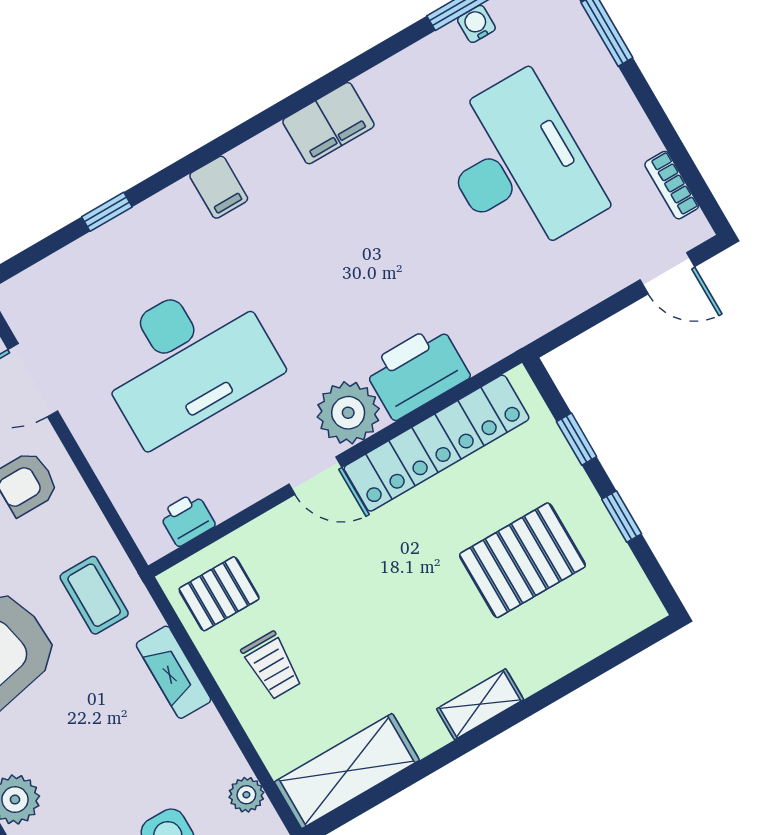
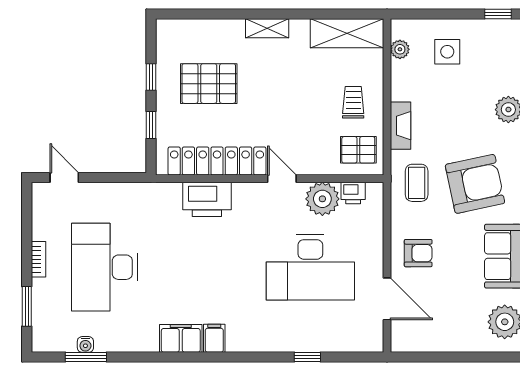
bookcase: (672, 185) -> (38, 259), moved
filing cabinet: (219, 187) -> (214, 338), moved
desk: (186, 359) -> (310, 267), turned 180
plant: (348, 413) -> (322, 199), moved

